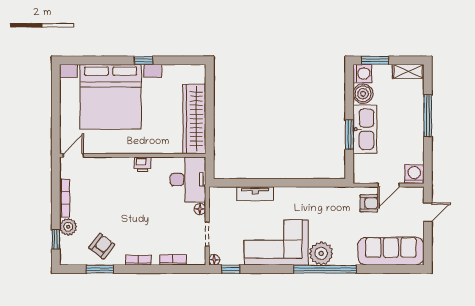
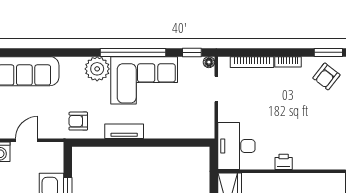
tv unit: (255, 194) -> (124, 131), moved
armchair: (369, 203) -> (78, 121), moved
floor lamp: (200, 209) -> (224, 115), removed
bookcase: (173, 260) -> (252, 62), width x1.56
window: (325, 269) -> (133, 52), moved

